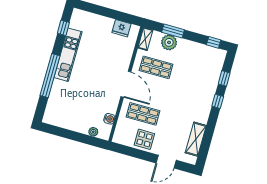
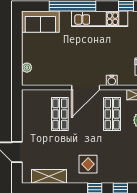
sofa: (56, 108) -> (40, 22), added
water cooler: (109, 119) -> (112, 80), moved
display table: (144, 139) -> (88, 164), moved

